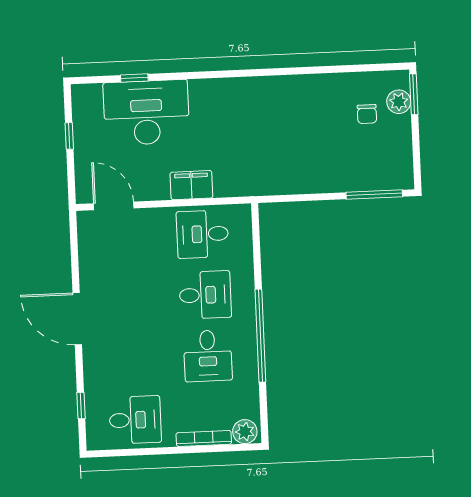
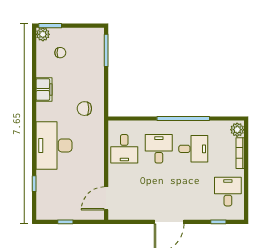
plant: (399, 102) -> (43, 34), moved
desk: (146, 113) -> (54, 145), moved
chair: (270, 161) -> (84, 109), added
filing cabinet: (191, 185) -> (44, 90), moved, turned 180

